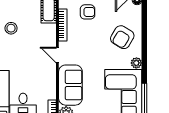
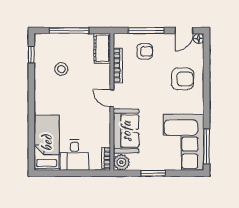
armchair: (122, 37) -> (182, 79), turned -121
plant: (136, 63) -> (198, 107), removed

